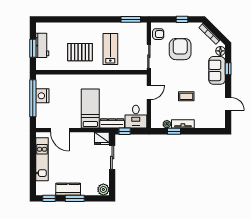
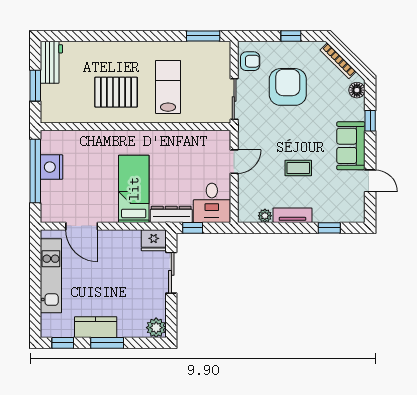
workbench: (42, 45) -> (51, 62), moved
sofa: (217, 70) -> (351, 146), moved
window: (174, 131) -> (329, 228), moved

